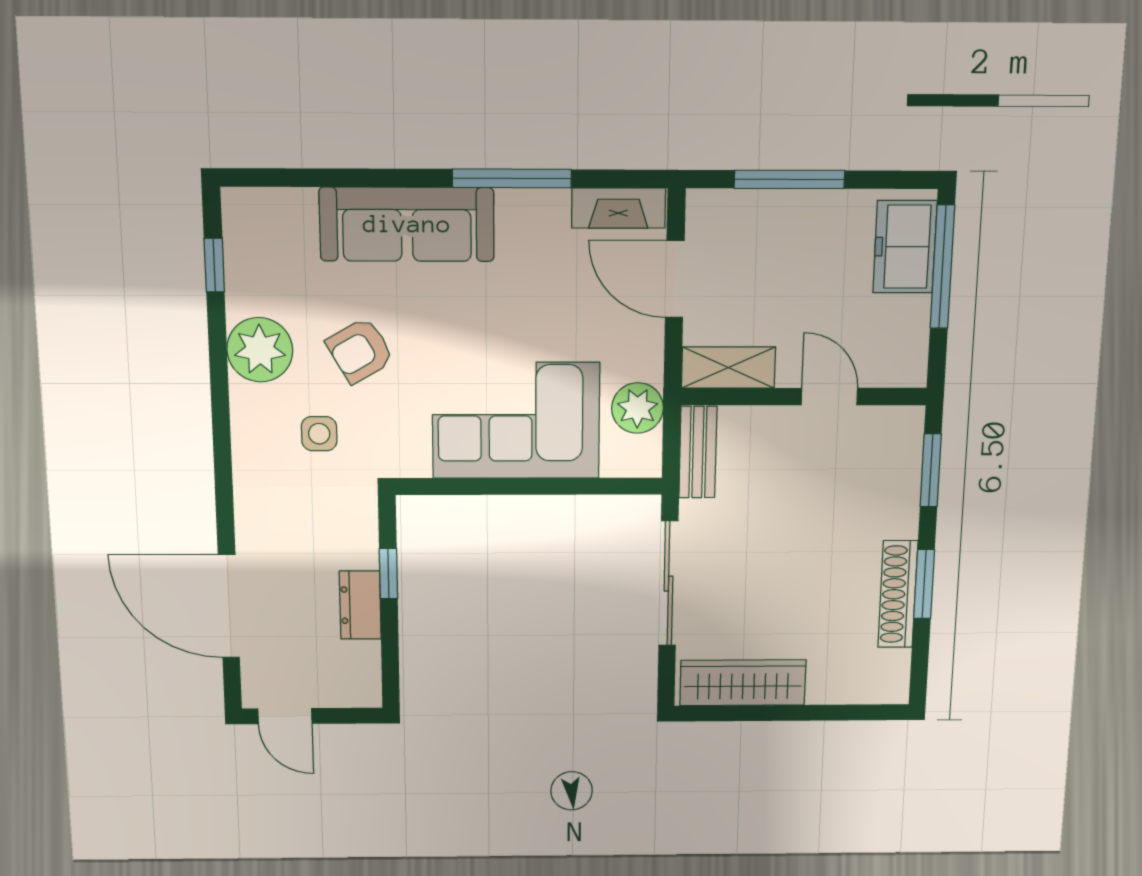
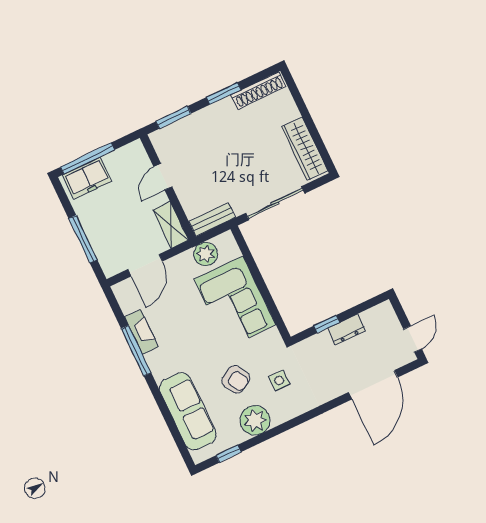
fireplace: (618, 208) -> (142, 332), moved
sofa: (407, 224) -> (188, 411), moved
shoe rack: (898, 594) -> (258, 90), moved

